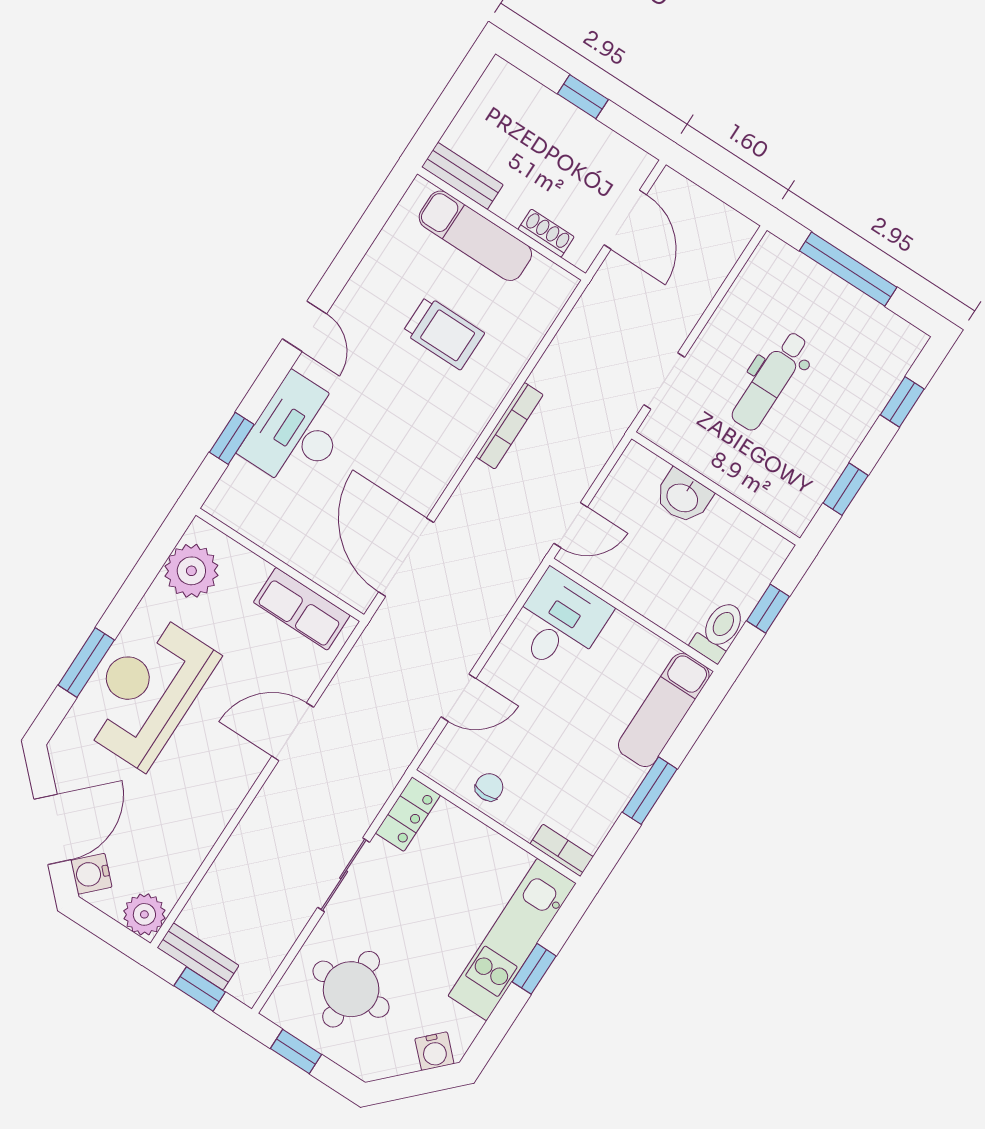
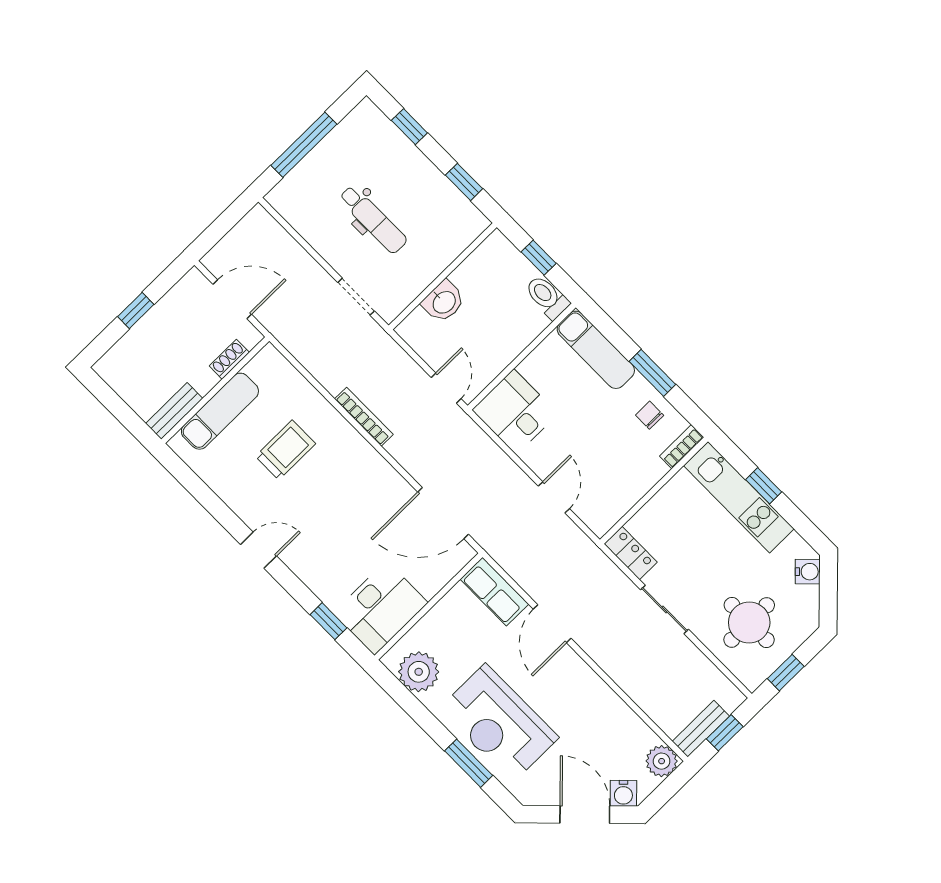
desk: (297, 432) -> (380, 608), moved, turned -90
row of seats: (302, 609) -> (494, 592), moved, turned 90
chair: (489, 787) -> (650, 415), moved

